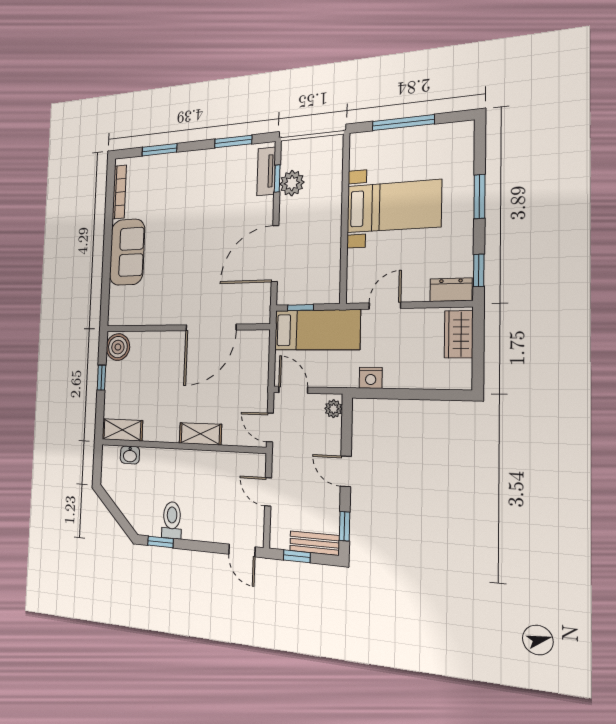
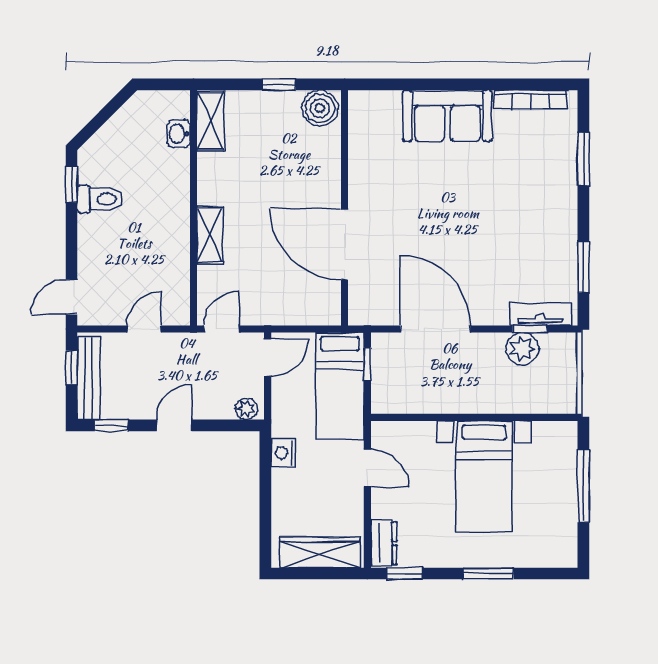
wardrobe: (459, 334) -> (320, 552), width x1.50
bench: (315, 543) -> (89, 378), width x1.36

